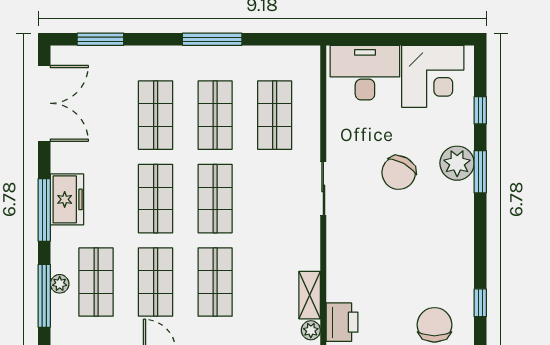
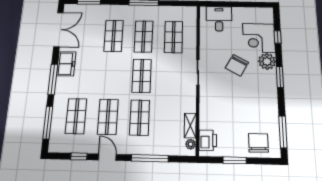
desk: (365, 73) -> (219, 19), width x0.73
corner desk: (433, 76) -> (259, 38), moved, turned 90
window: (480, 172) -> (280, 77), moved
freezer: (67, 199) -> (66, 64), moved
shop shelf: (156, 199) -> (111, 75), removed
plant: (60, 284) -> (57, 117), removed
window: (480, 303) -> (283, 132), width x2.17

